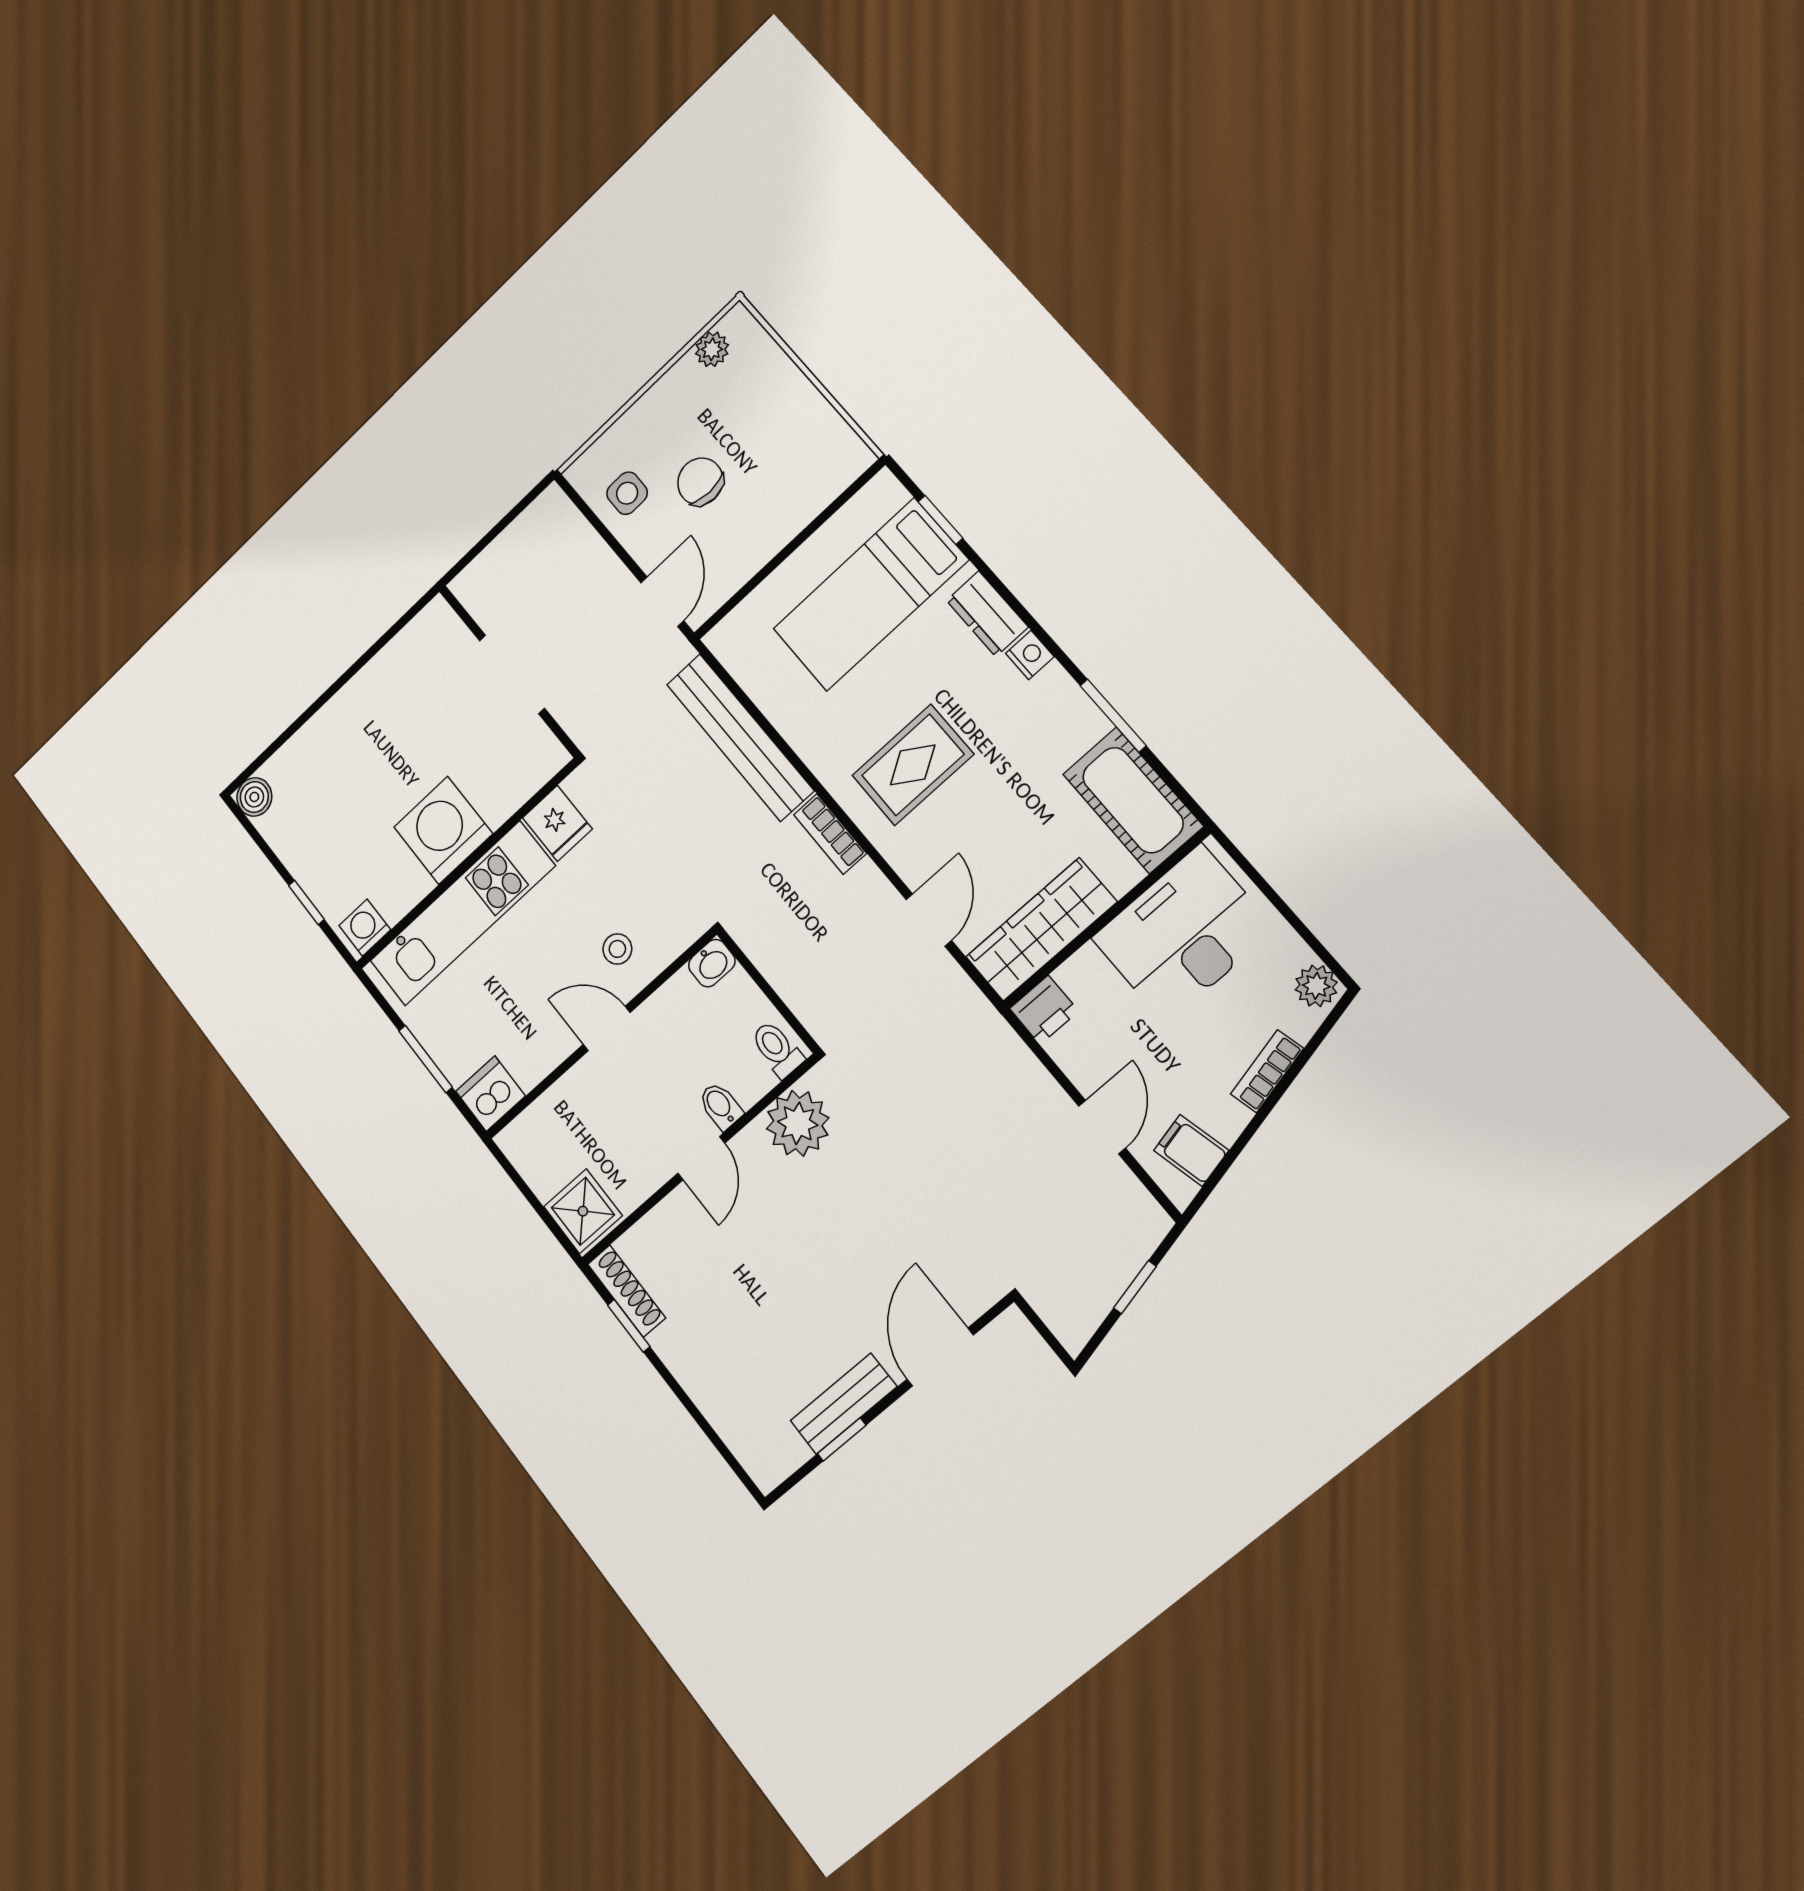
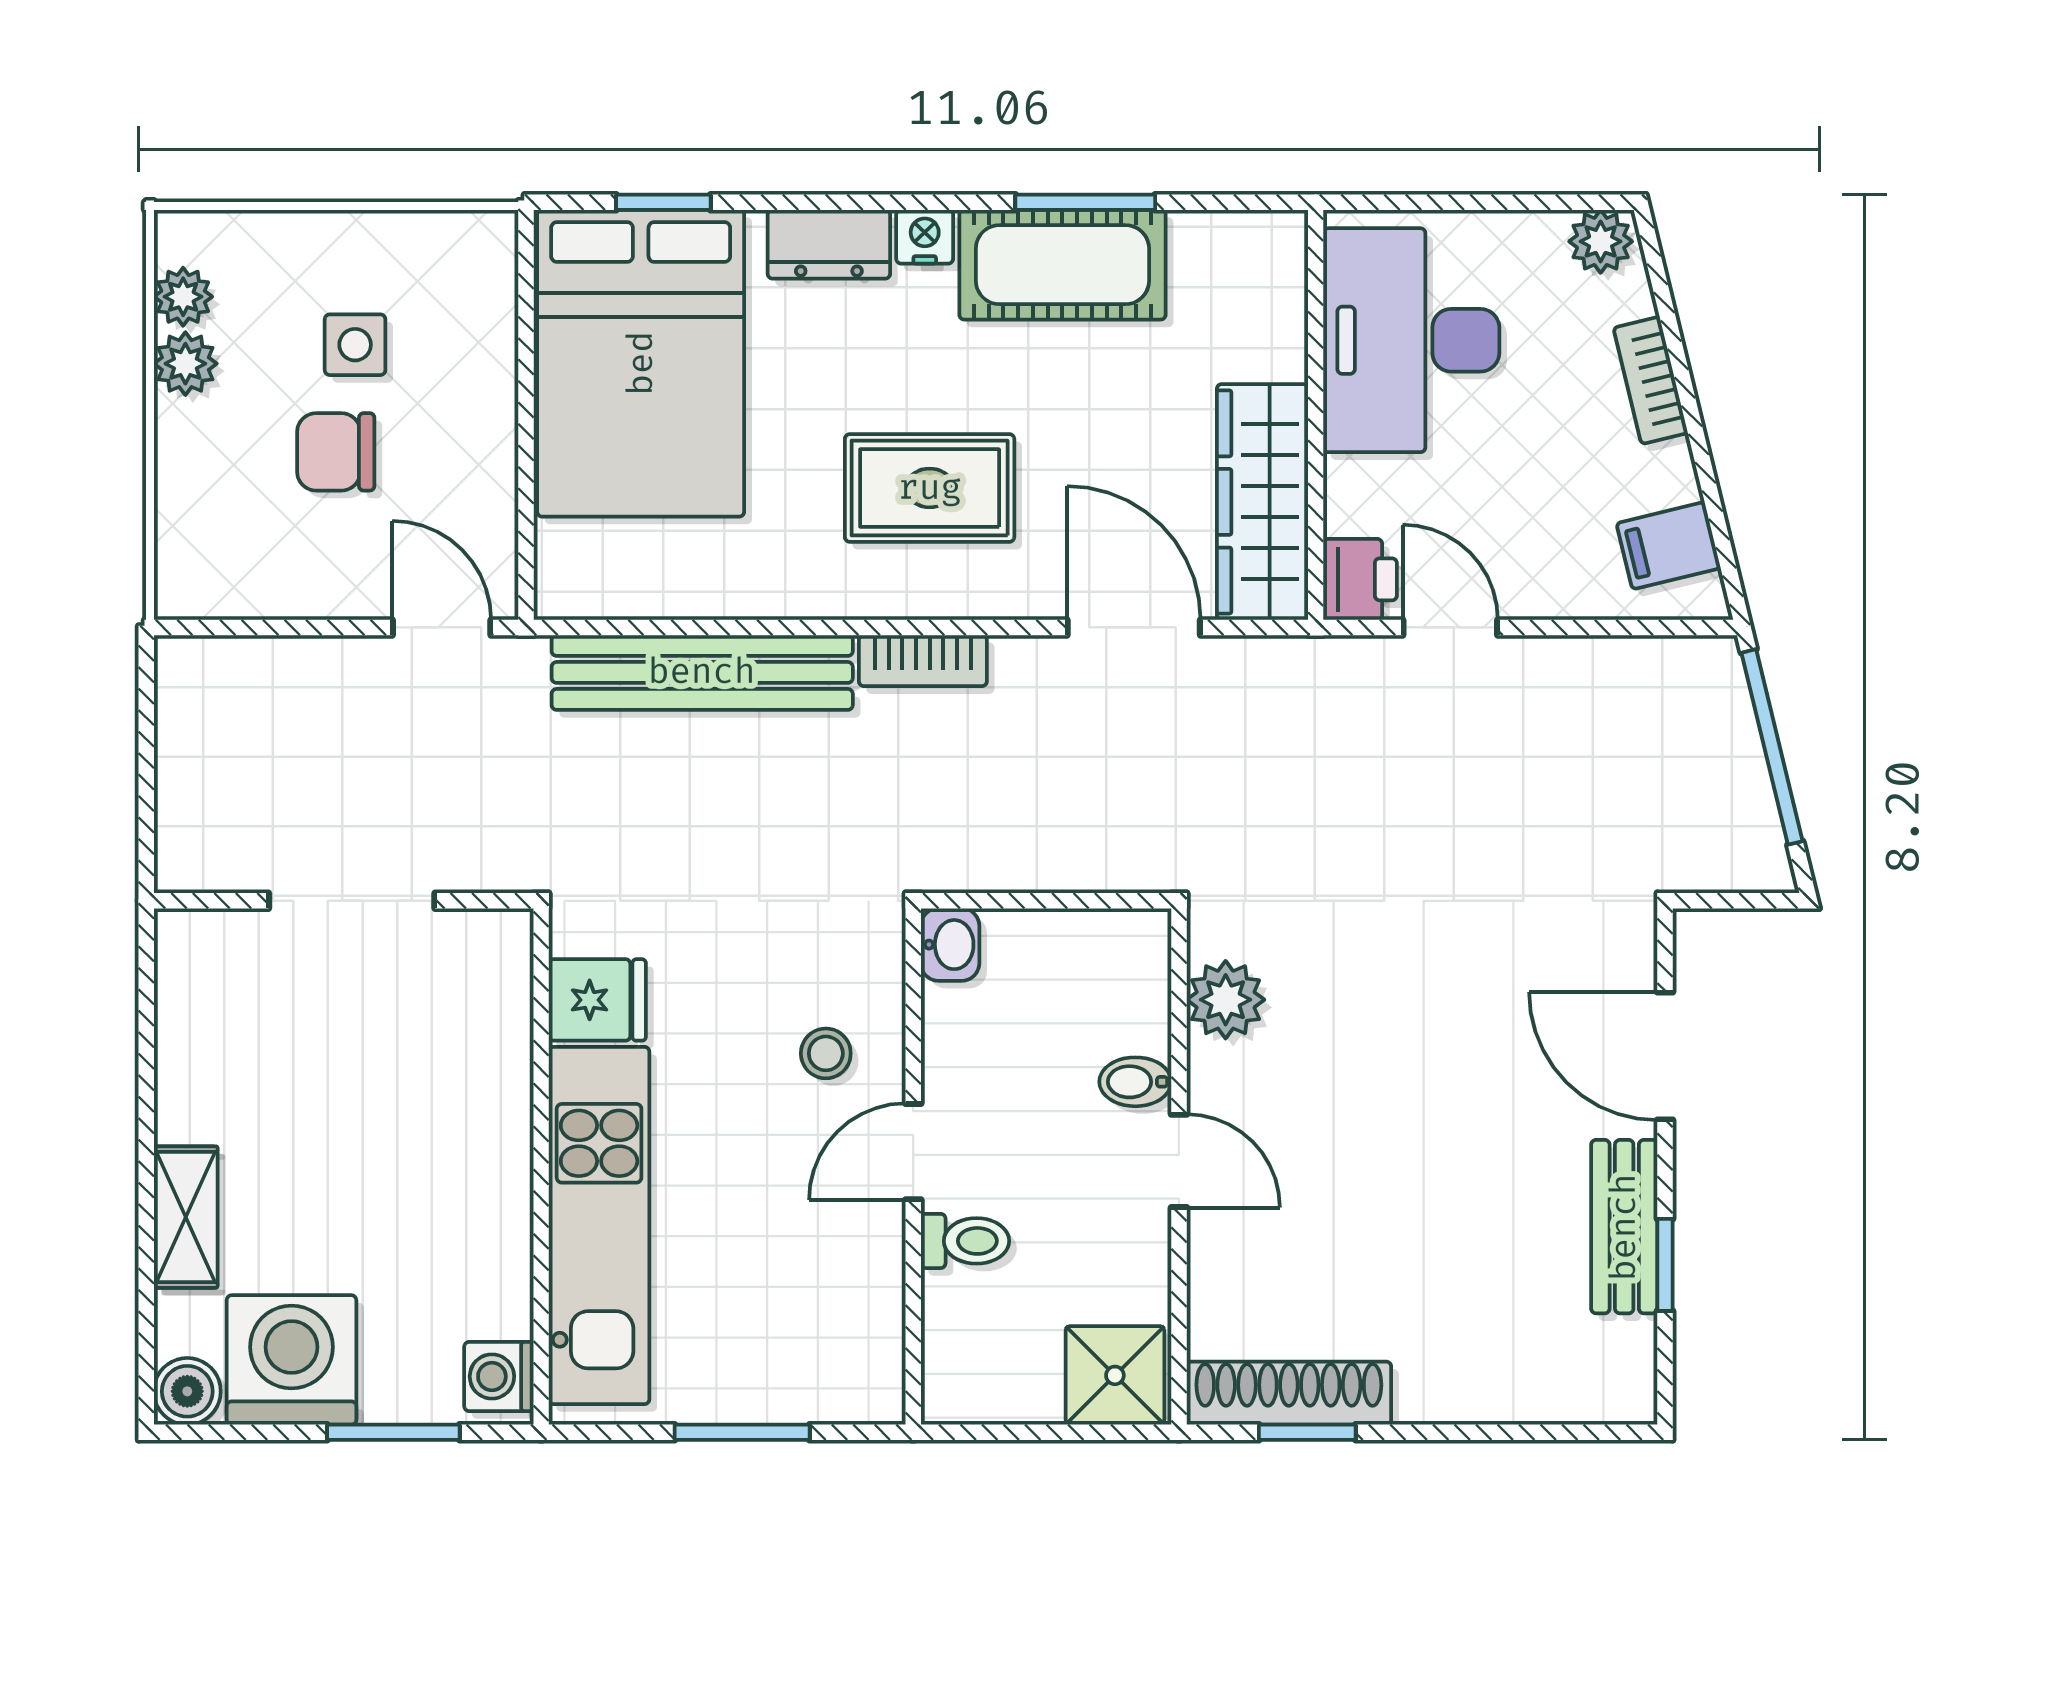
plant: (683, 379) -> (185, 364), added
side table: (627, 493) -> (355, 345), moved
bed: (870, 595) -> (641, 363), width x1.50
shelving: (324, 728) -> (186, 1217), added
rug: (913, 765) -> (930, 488), turned 90
cot: (1133, 800) -> (1062, 265), moved
washing machine: (443, 830) -> (292, 1360), moved, turned 90
window: (306, 902) -> (393, 1432), width x1.50
door: (929, 920) -> (1134, 627), width x1.38
toilet: (777, 1049) -> (965, 1241), moved, turned 180
dishwasher: (490, 1094) -> (862, 1379), removed
plant: (798, 1123) -> (1226, 1000), width x0.73, depth x0.73
door: (1102, 1127) -> (1450, 627), moved
window: (1135, 1287) -> (1772, 747), width x2.17
shoe rack: (627, 1291) -> (1289, 1393), width x1.36, depth x1.24

